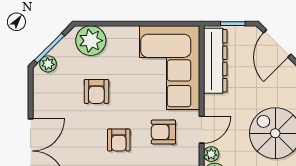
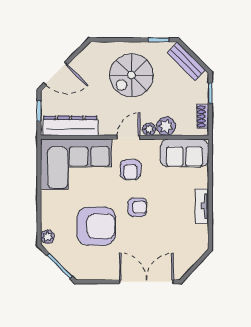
plant: (91, 41) -> (47, 237), width x0.53, depth x0.53
plant: (48, 64) -> (73, 267), removed
armchair: (96, 91) -> (96, 226), width x1.88, depth x1.88
door: (202, 130) -> (128, 137), hinge flipped

